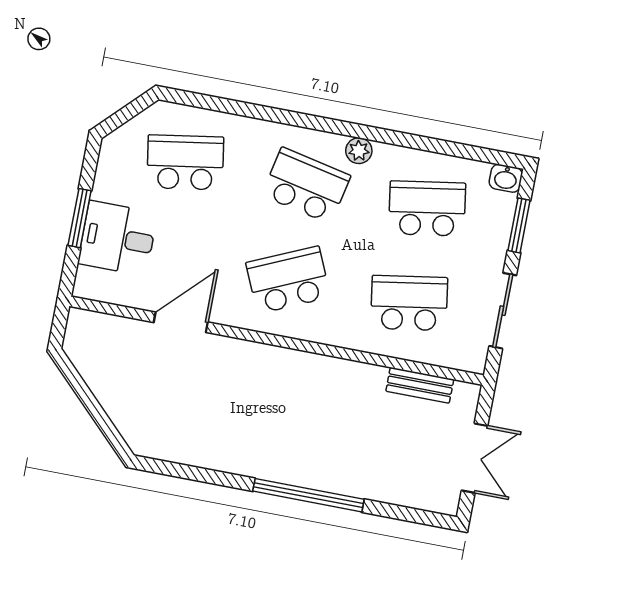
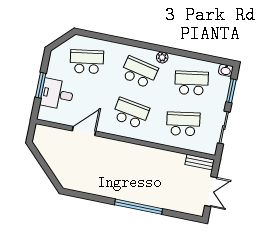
school desk: (288, 280) -> (131, 113), turned 33
bench: (420, 385) -> (200, 162), moved

